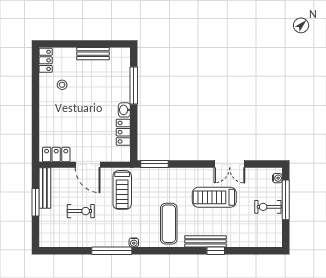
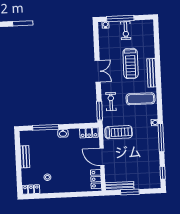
locker: (123, 132) -> (89, 133), moved
double door: (230, 164) -> (98, 71), moved
door: (88, 165) -> (102, 157), swing flipped
treadmill: (214, 197) -> (131, 63), moved
exercise bike: (81, 211) -> (111, 102), moved
window: (216, 251) -> (163, 173), moved

